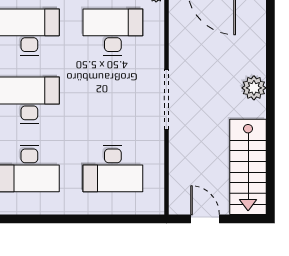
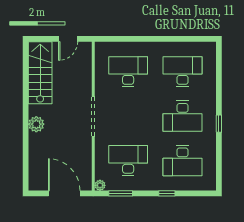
desk: (113, 32) -> (128, 161), turned 180
door: (205, 219) -> (68, 39), hinge flipped

